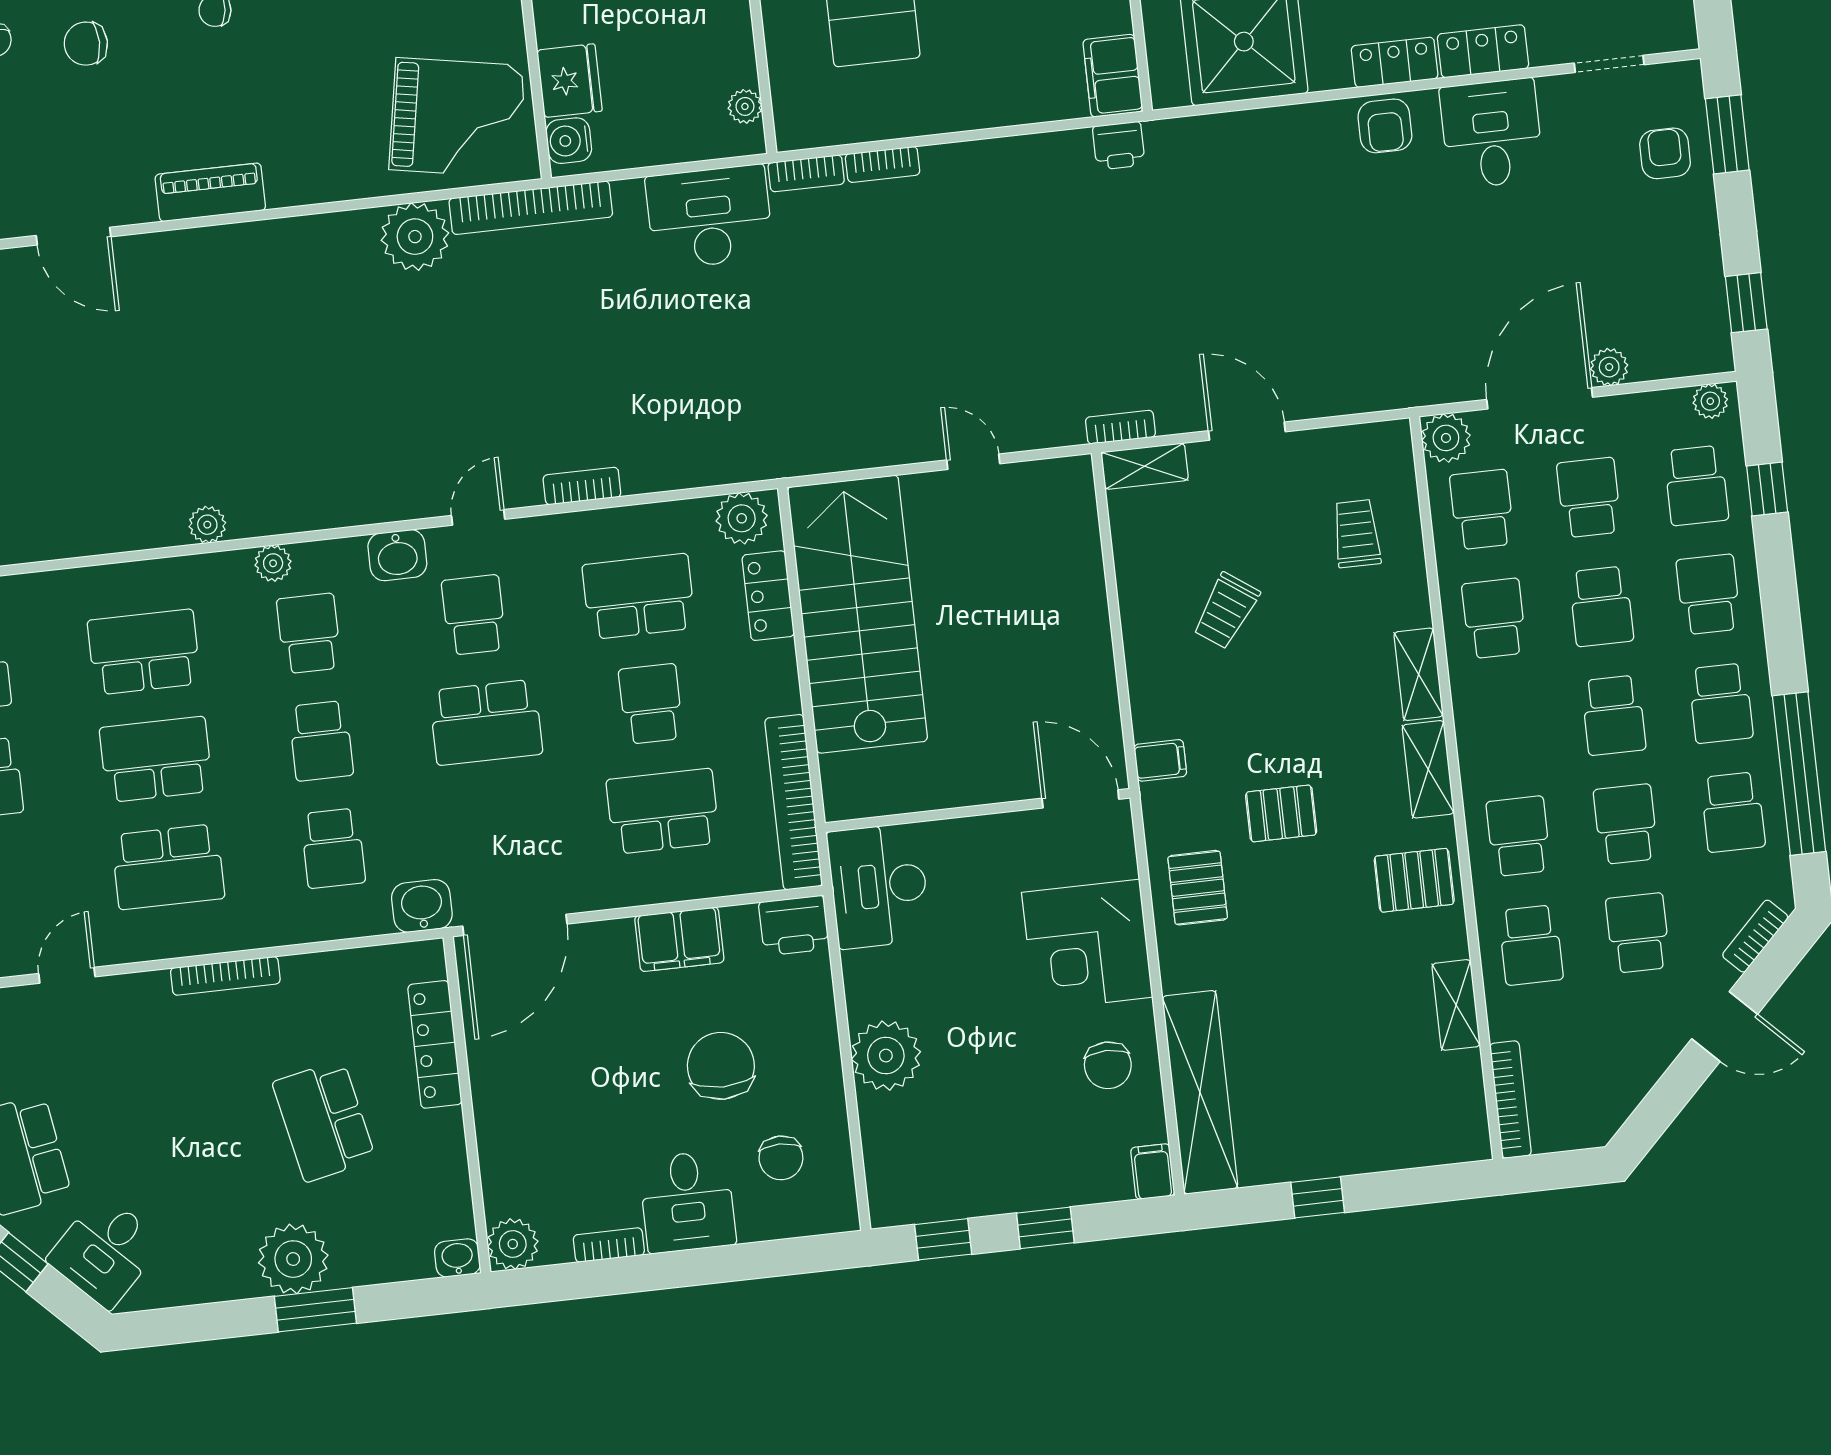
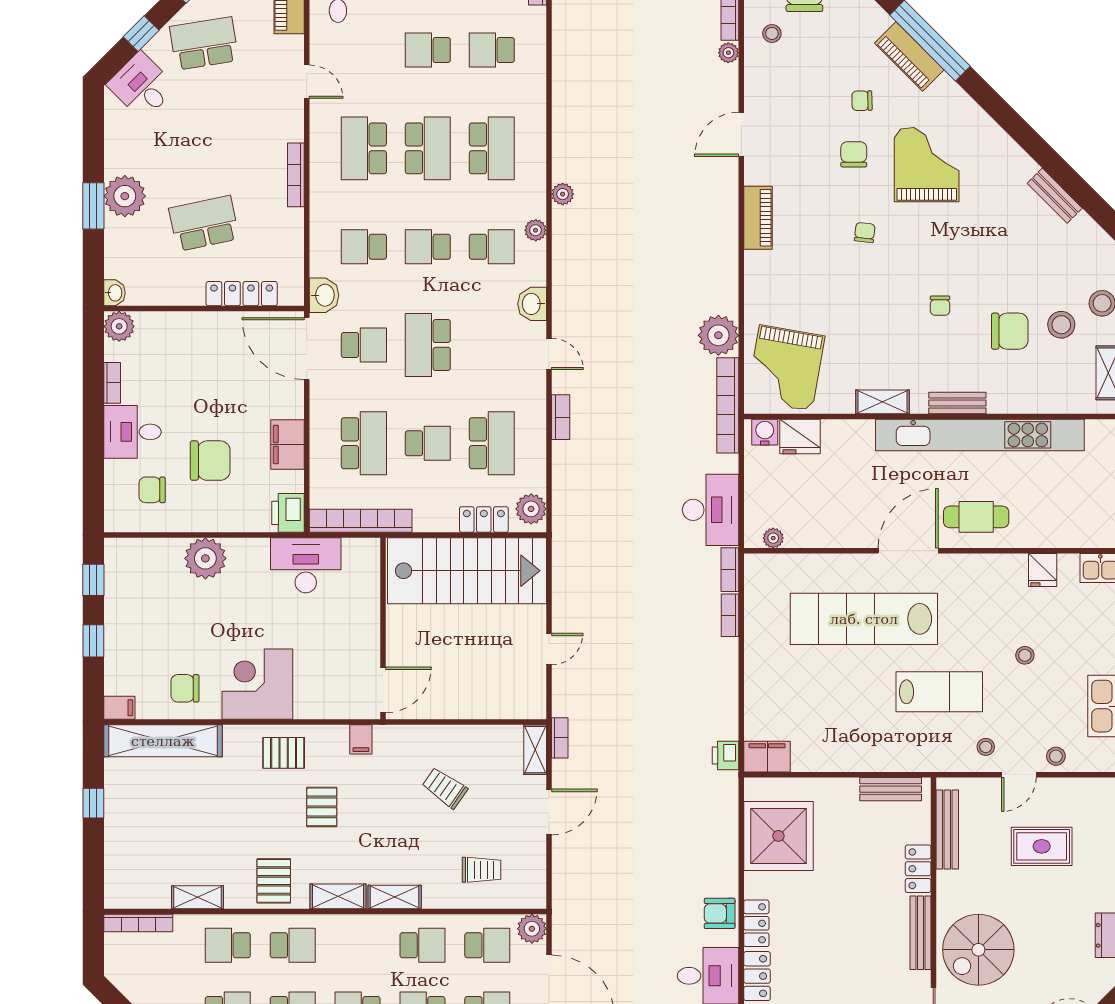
school desk: (474, 615) -> (364, 345), moved
door: (1080, 799) -> (383, 690), moved
wall: (978, 810) -> (383, 629), moved

